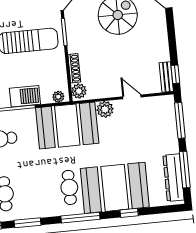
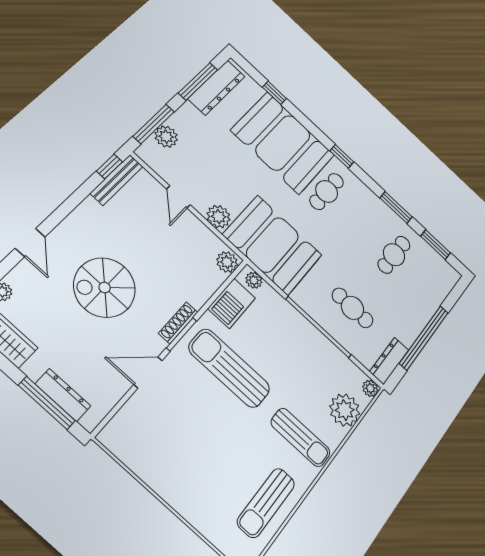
shoe rack: (74, 68) -> (178, 323), moved
bench: (166, 77) -> (117, 180), width x1.36
barbecue: (25, 96) -> (232, 303), moved, turned -90
plant: (168, 121) -> (166, 137), added
window: (129, 213) -> (274, 93), moved
window: (80, 218) -> (342, 156), width x0.46

